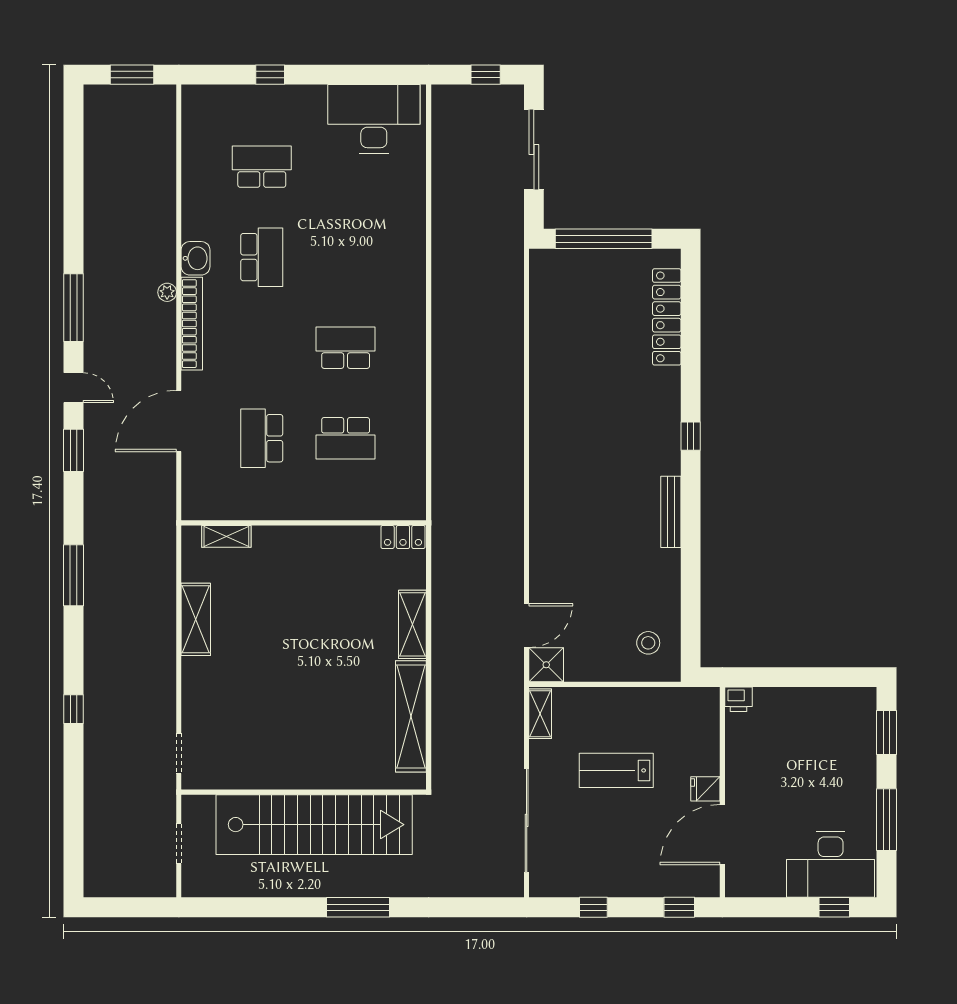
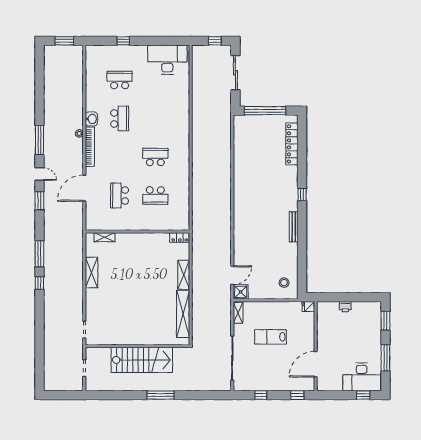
printer: (739, 699) -> (345, 307), moved
window: (73, 709) -> (39, 283), moved
fridge: (705, 789) -> (308, 306), moved
stairs: (314, 825) -> (142, 360), width x0.73

